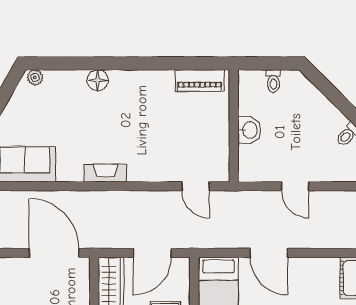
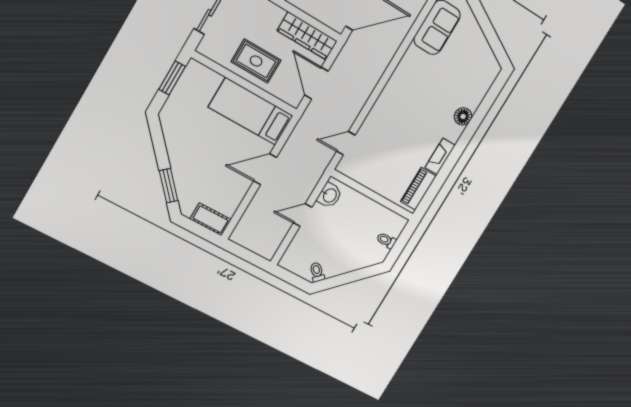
plant: (35, 78) -> (493, 72), removed
washbasin: (249, 130) -> (329, 195), moved, turned -90
fireplace: (105, 173) -> (440, 156), moved, turned 180

